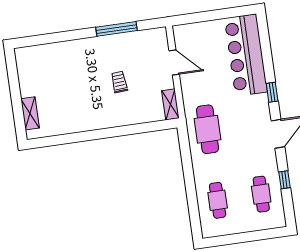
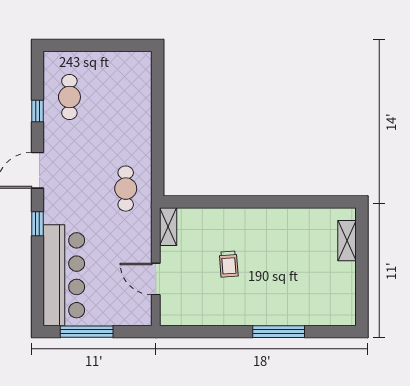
window: (222, 14) -> (87, 332), added
window: (117, 29) -> (279, 332), moved
cafe table: (207, 129) -> (126, 189), width x0.73, depth x0.74
cafe table: (218, 200) -> (126, 97), removed

